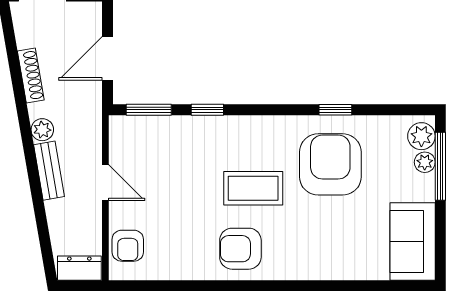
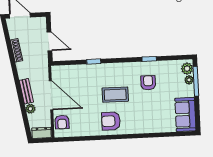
door: (107, 58) -> (49, 41), swing flipped
window: (149, 110) -> (68, 63), removed
plant: (42, 130) -> (30, 109), moved
armchair: (330, 164) -> (148, 83), width x0.53, depth x0.53
door: (105, 183) -> (51, 95), width x1.87

